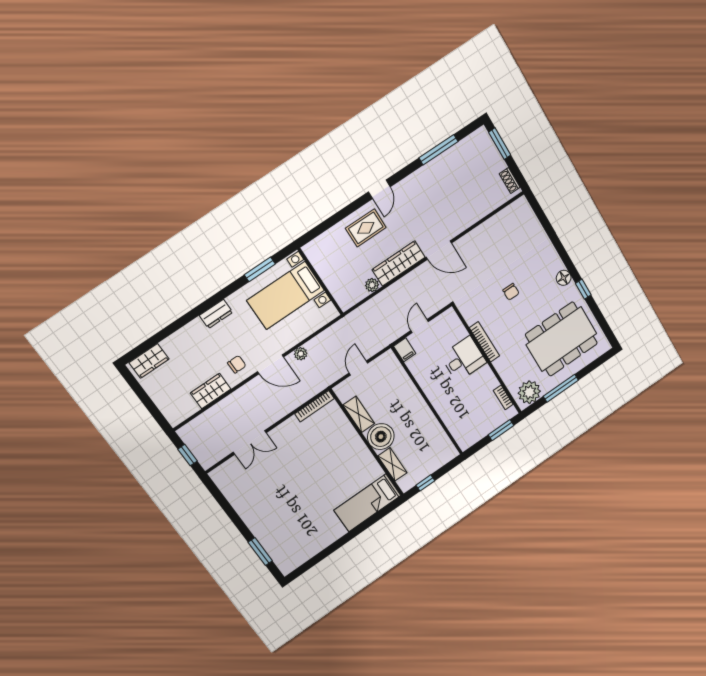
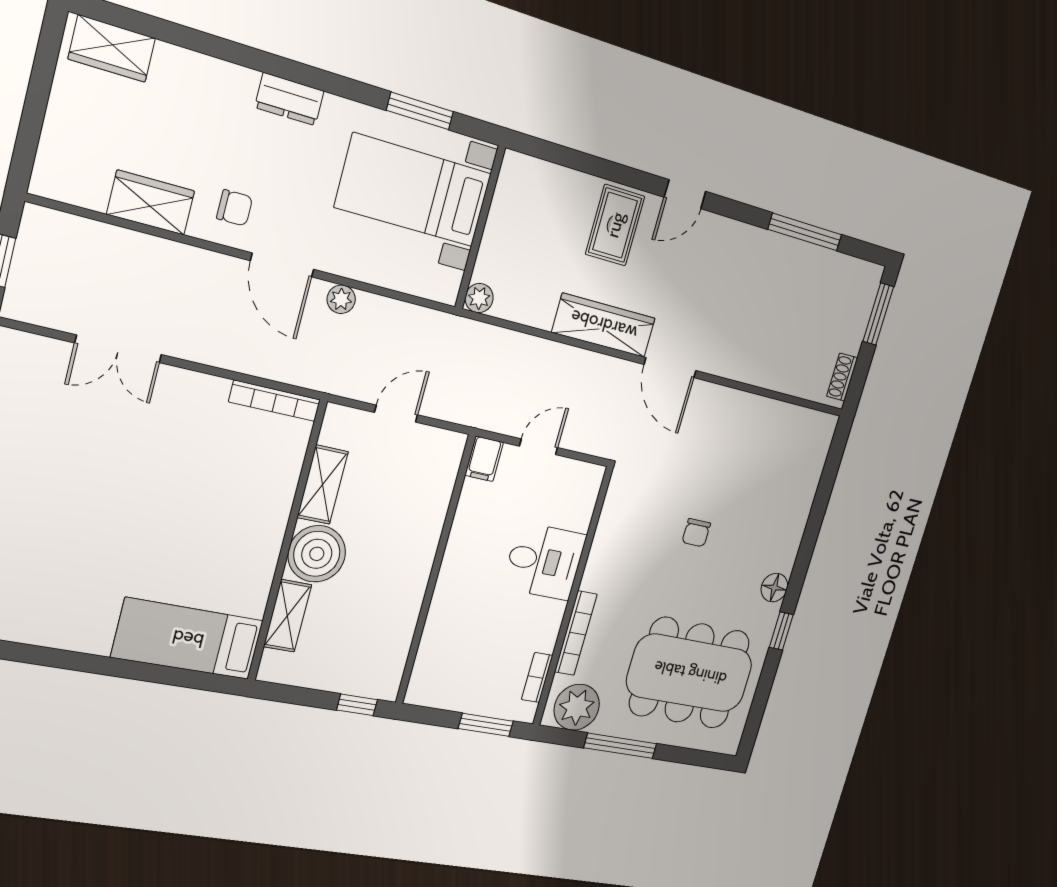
rug: (366, 228) -> (615, 225), turned 90
plant: (372, 285) -> (479, 298), moved
bookcase: (484, 342) -> (576, 633), moved
window: (425, 483) -> (357, 705), moved

